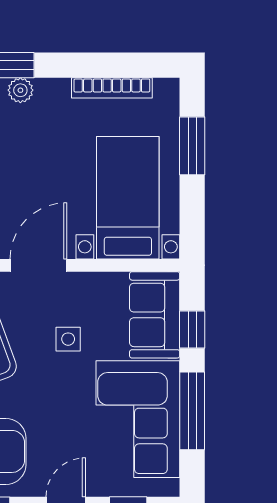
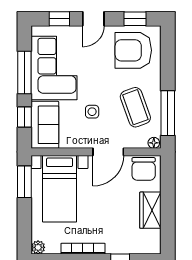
bookcase: (112, 88) -> (83, 249), moved
plant: (20, 90) -> (38, 247), moved
window: (192, 146) -> (24, 182), moved

